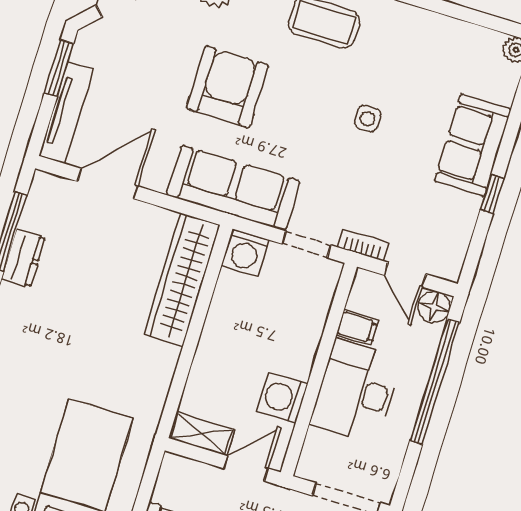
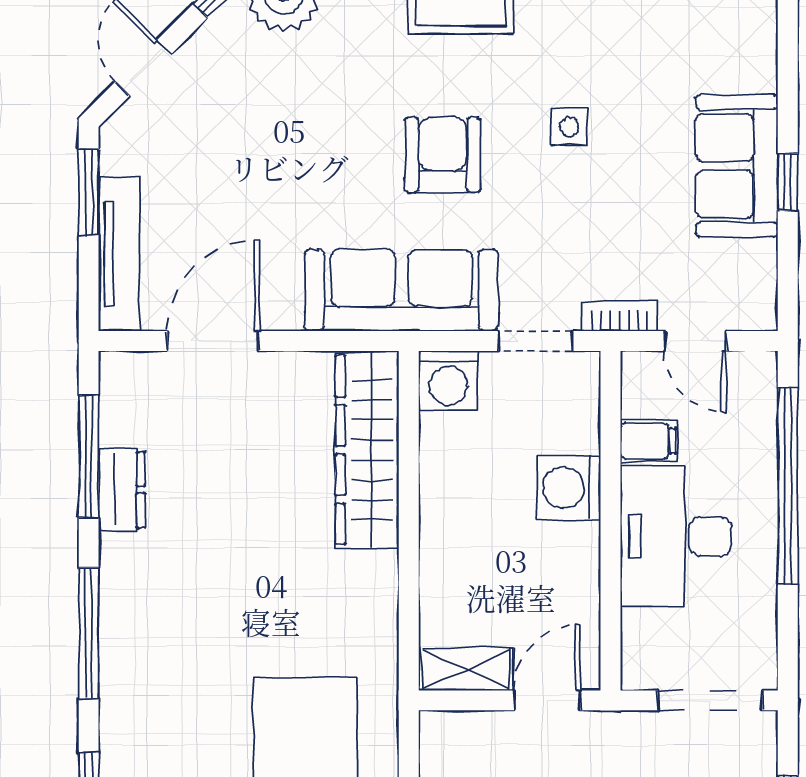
armchair: (227, 87) -> (442, 155), moved, width x0.73, depth x0.73
sofa: (473, 145) -> (737, 166), moved
floor lamp: (434, 307) -> (753, 376), removed
washing machine: (282, 398) -> (569, 488), moved

